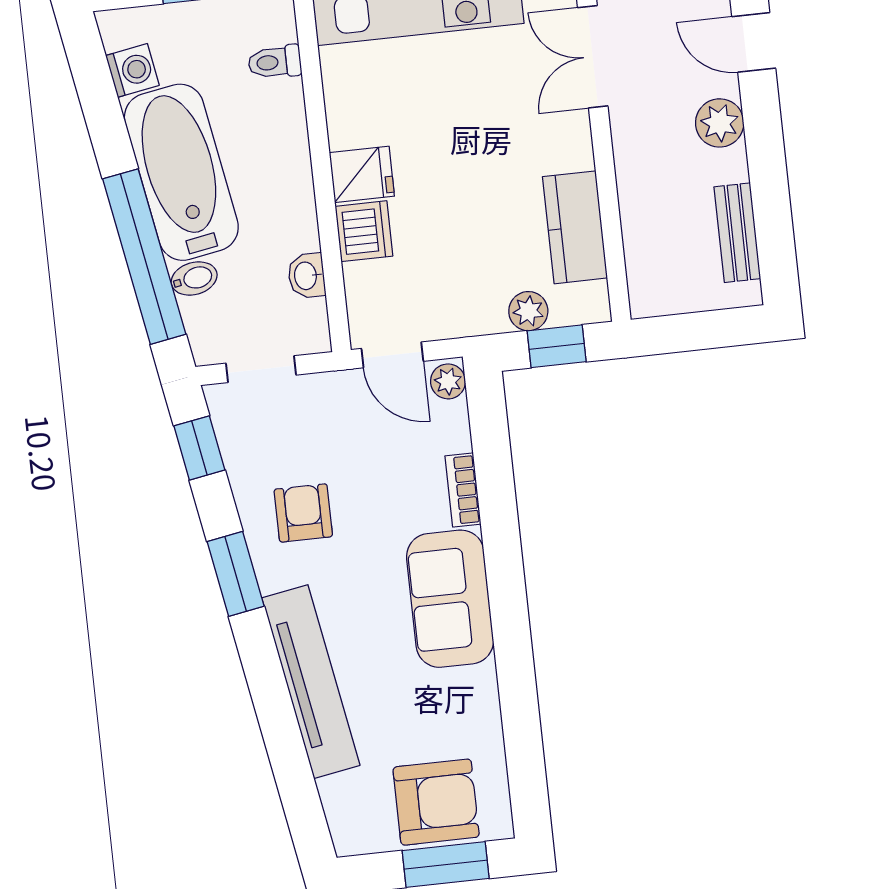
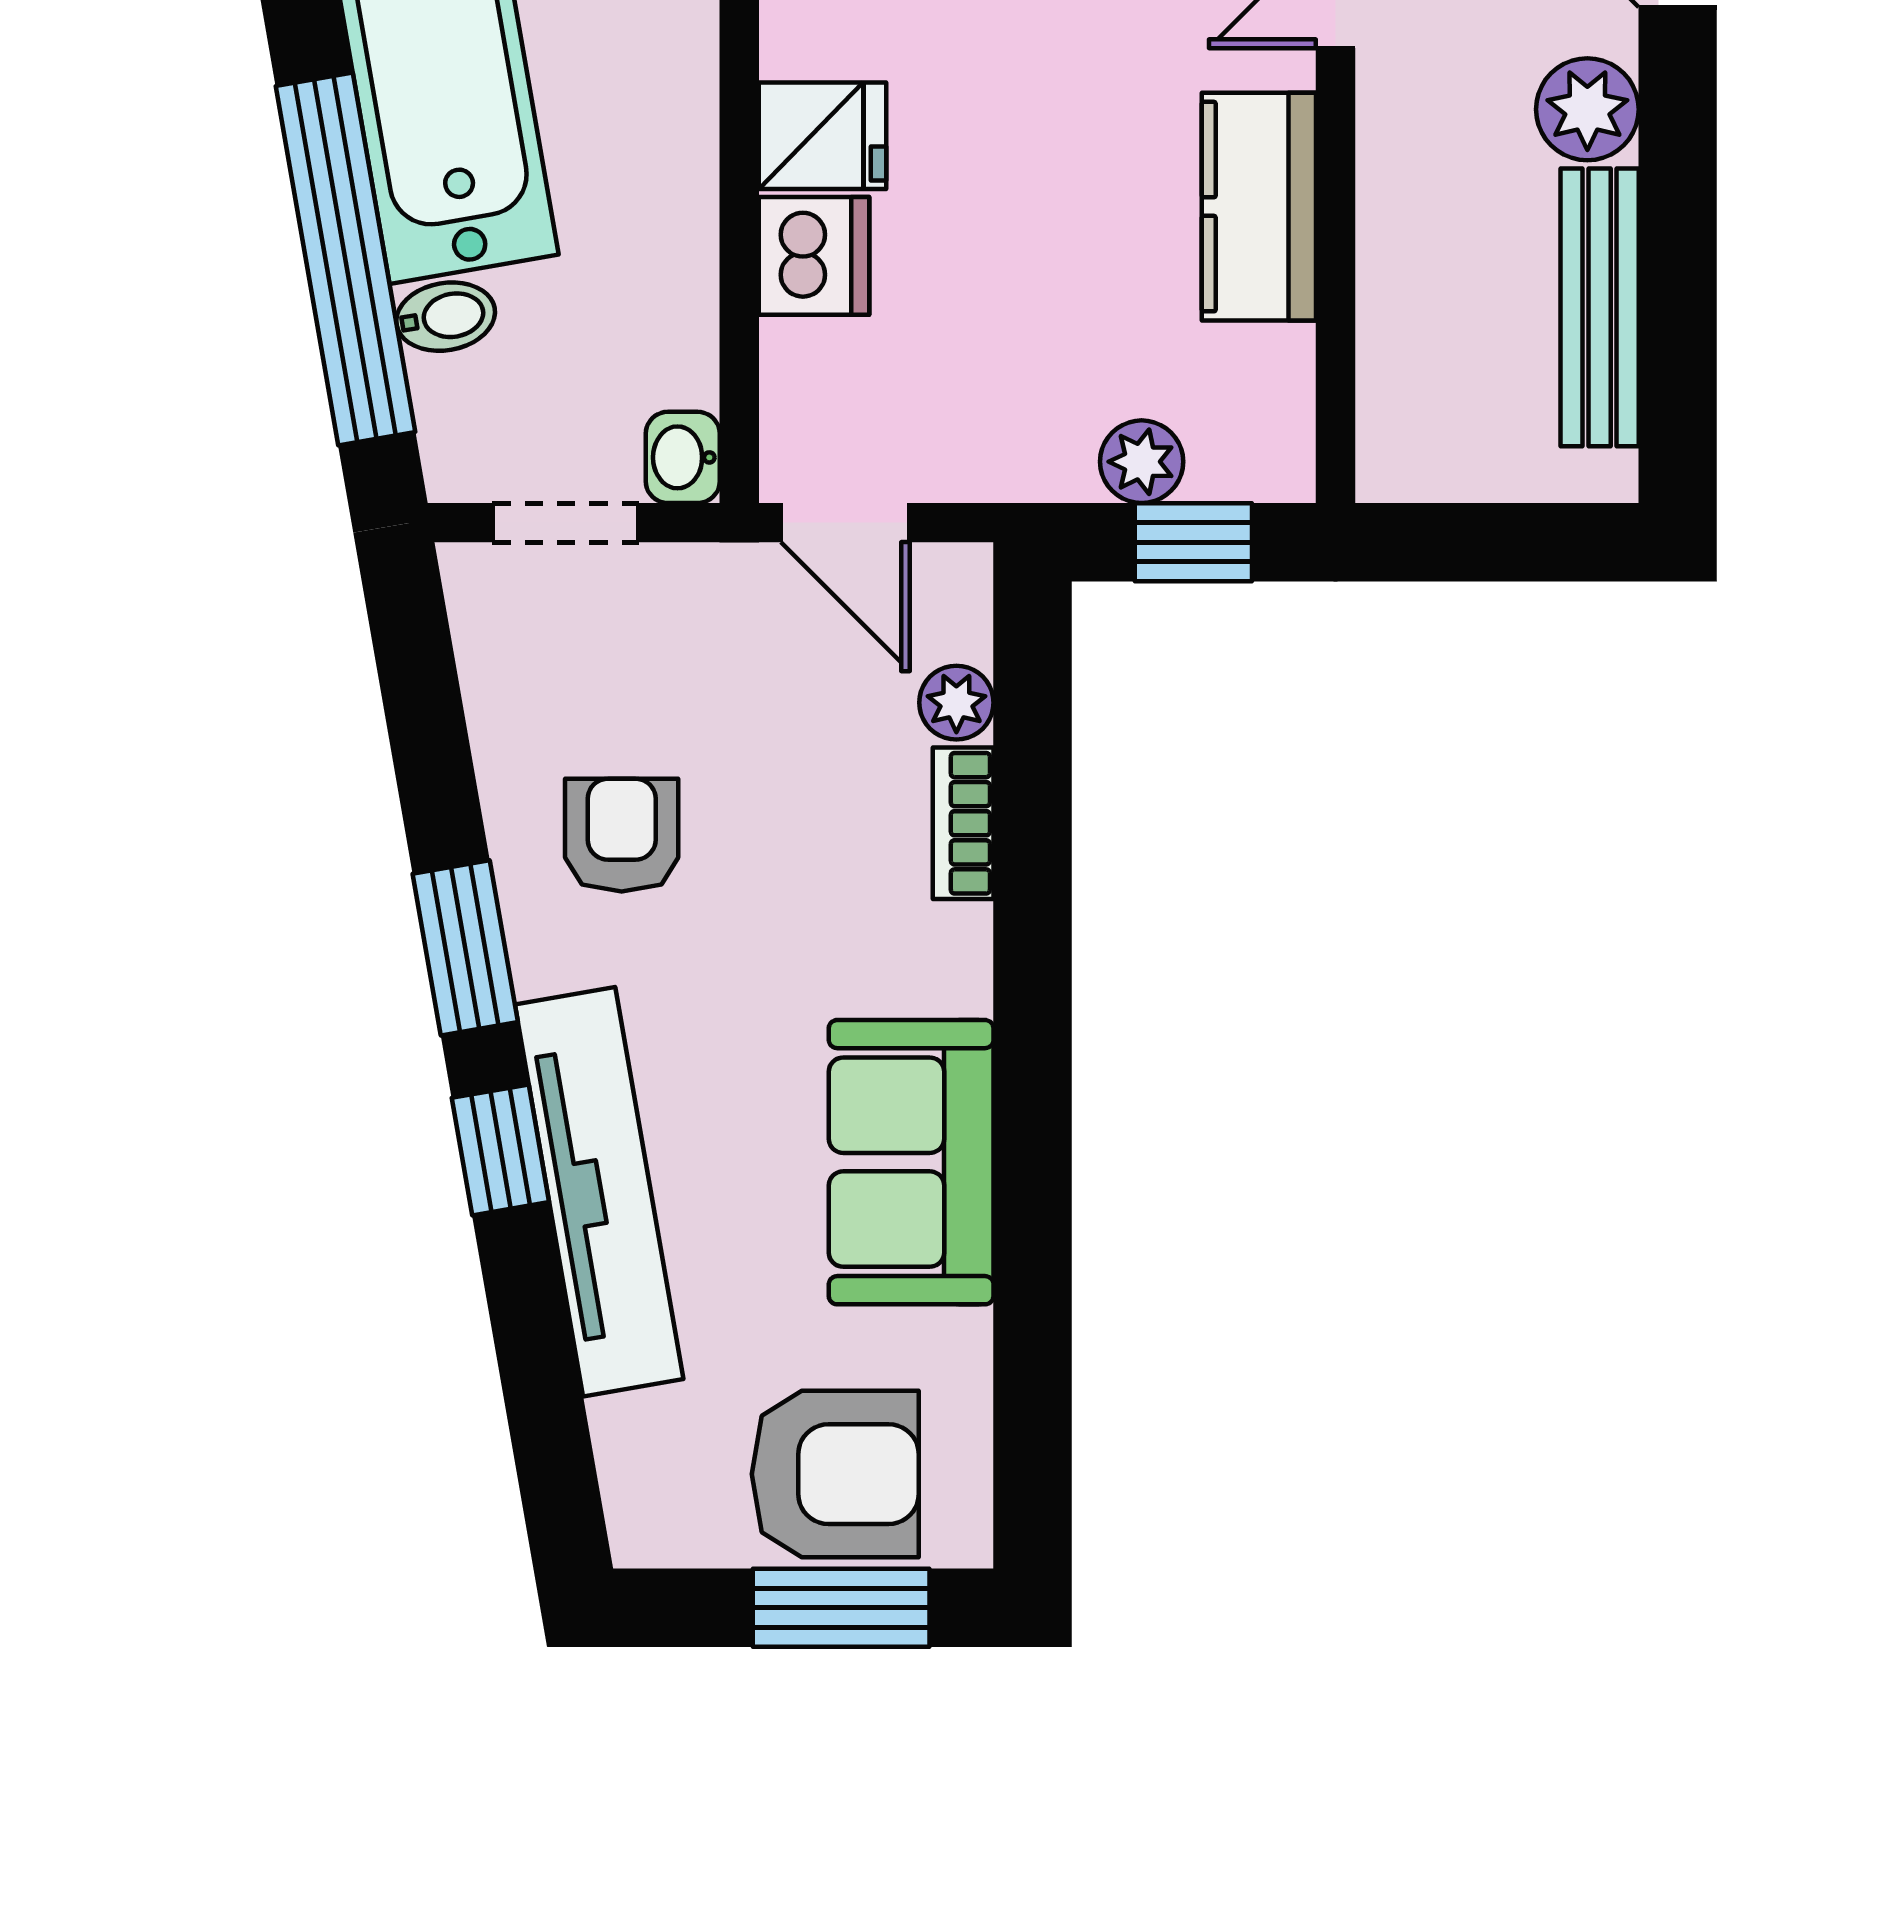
kitchen counter: (575, 227) -> (1259, 207), moved
bench: (737, 233) -> (1600, 307), width x1.36
washbasin: (306, 276) -> (683, 457), moved
plant: (448, 381) -> (956, 703), moved
window: (199, 448) -> (500, 1150), moved
sofa: (450, 599) -> (911, 1162), moved

